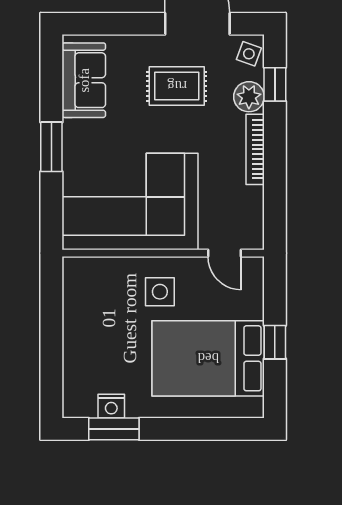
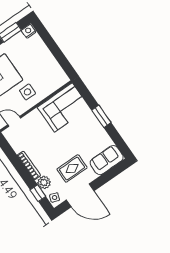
sofa: (84, 80) -> (107, 160), moved, turned 90
corner sofa: (130, 201) -> (63, 107), width x0.73, depth x0.74
nightstand: (111, 406) -> (29, 31), moved

